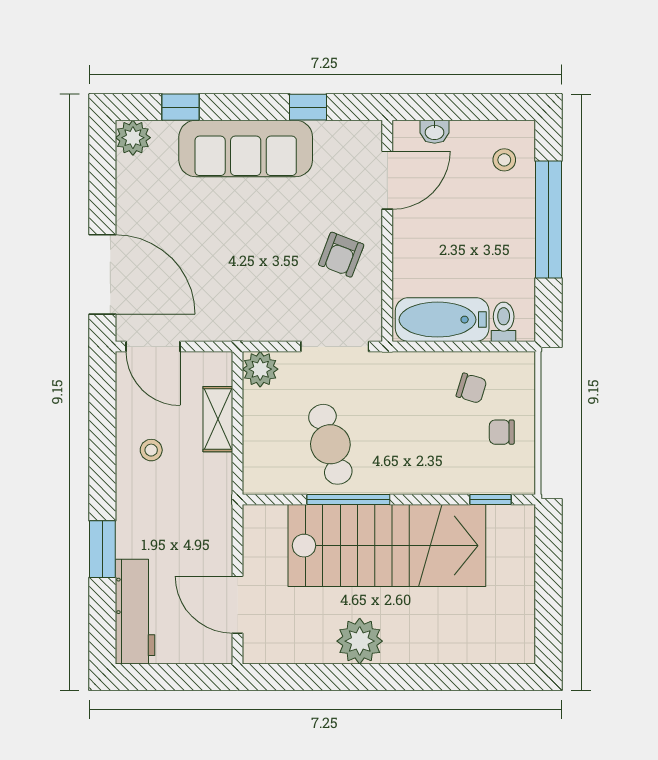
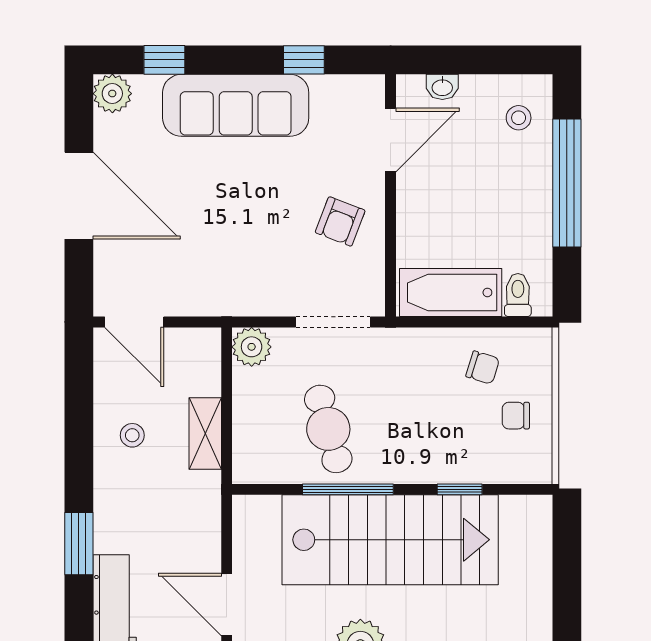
door: (102, 274) -> (79, 196), moved
shelving: (218, 419) -> (205, 433), moved
window: (490, 500) -> (460, 489), moved

